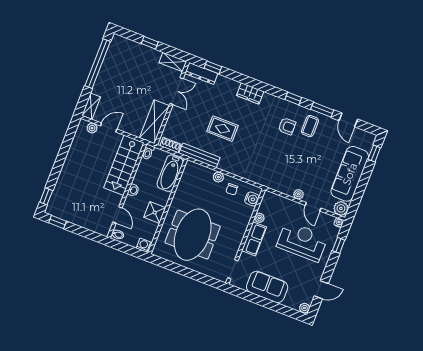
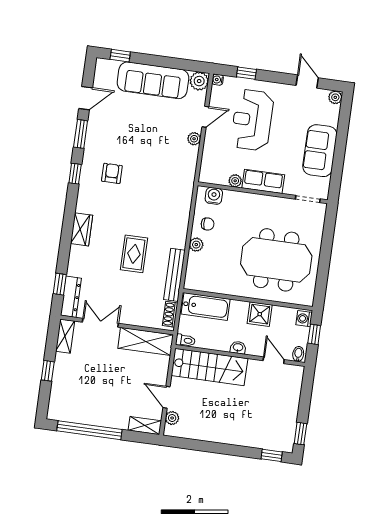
coffee table: (310, 126) -> (105, 145), removed
door: (118, 215) -> (274, 360), hinge flipped
window: (130, 250) -> (314, 334), added

